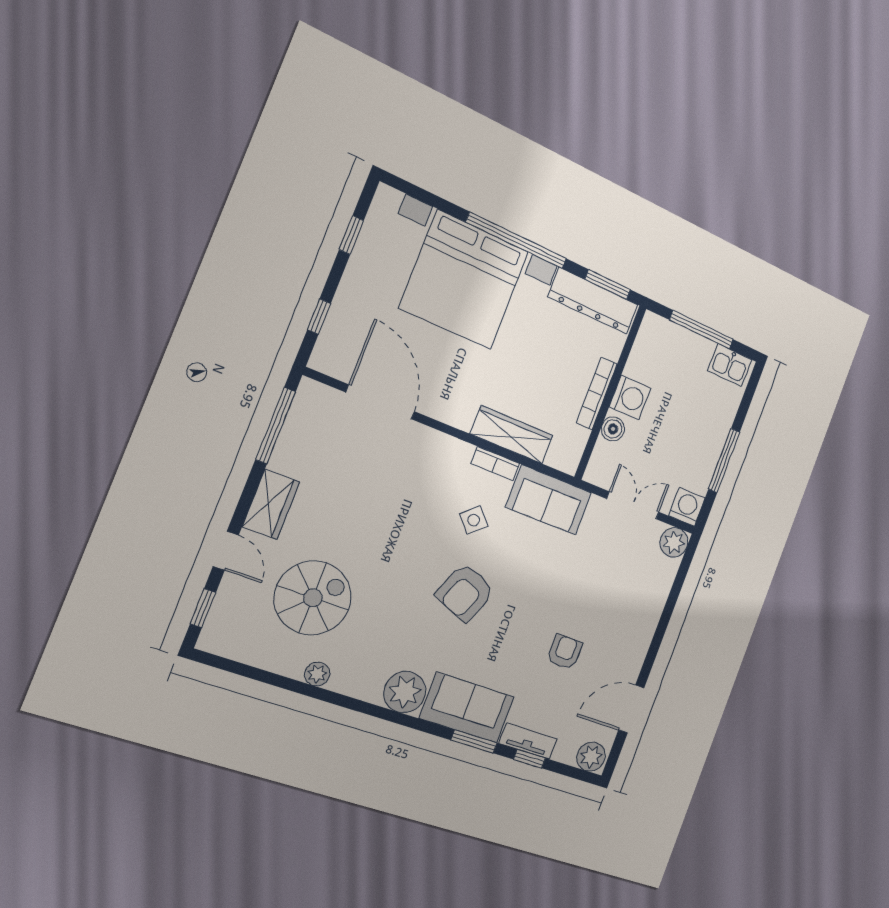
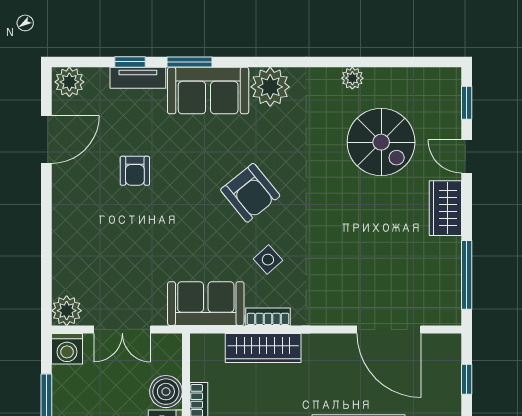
boiler: (613, 429) -> (166, 392), width x1.36, depth x1.36
armchair: (465, 593) -> (250, 193), turned 119
spiral stairs: (313, 598) -> (381, 142), turned -90

